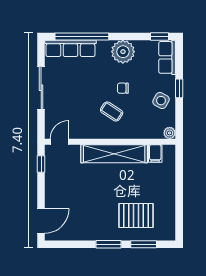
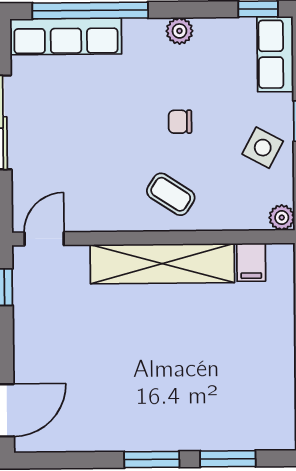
plant: (123, 52) -> (179, 31), width x0.53, depth x0.53
coffee table: (112, 111) -> (171, 194), moved
pallet: (136, 215) -> (211, 397), removed

